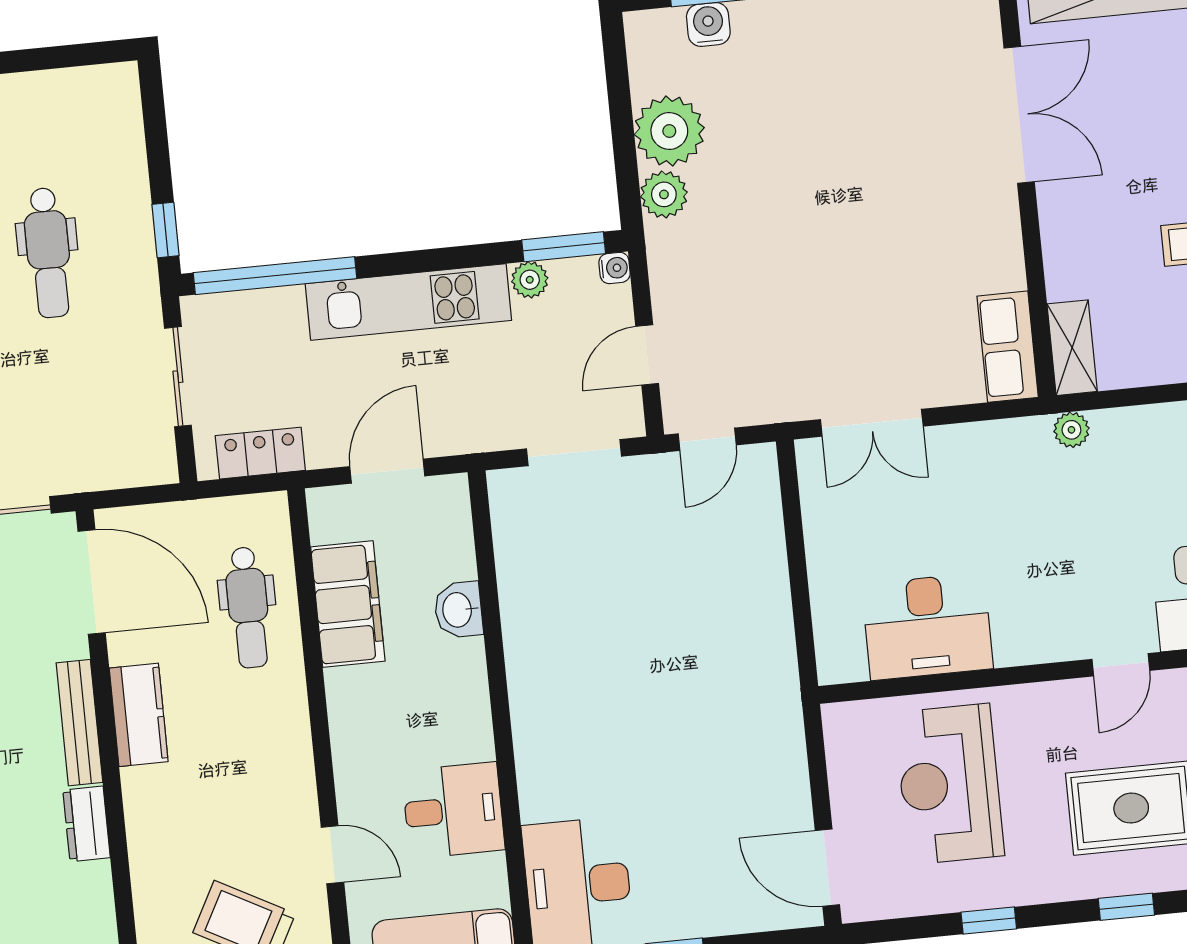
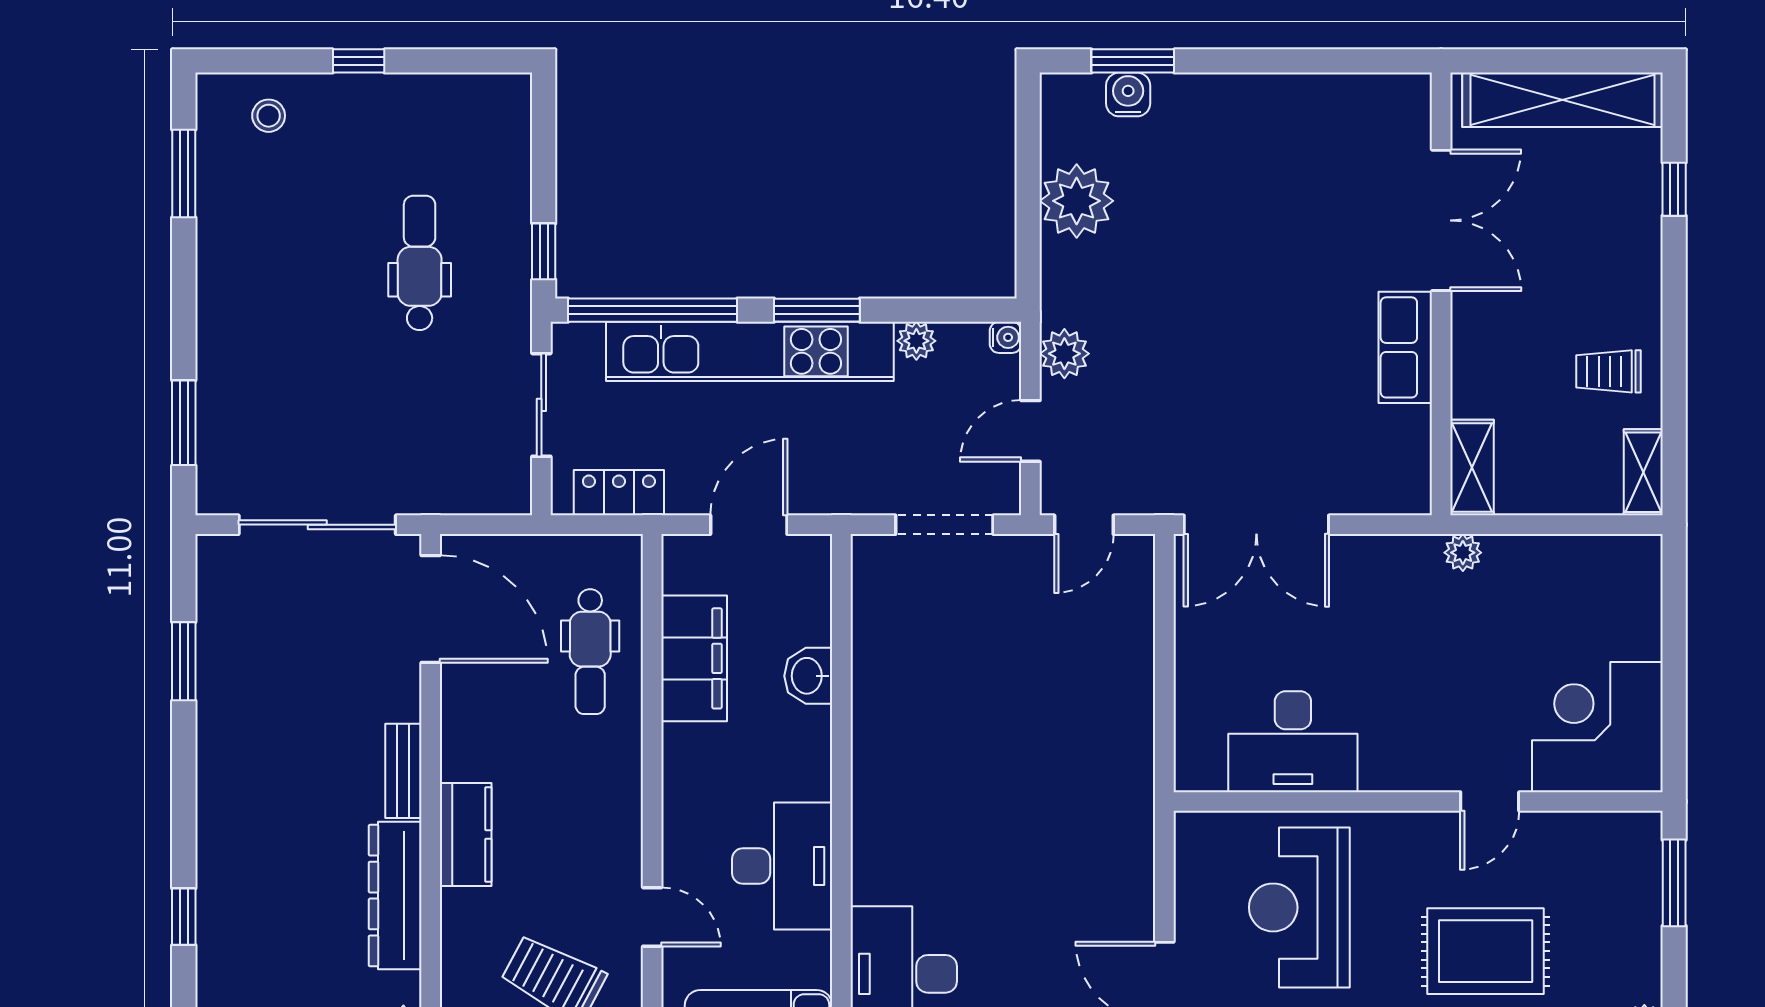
plant: (664, 194) -> (1064, 354), moved
window: (564, 247) -> (817, 310), moved
dental chair: (48, 253) -> (420, 263), turned 180
kitchen unit: (408, 302) -> (750, 351), width x1.36
row of seats: (1008, 347) -> (1405, 347), moved
double door: (872, 423) -> (1256, 525), width x1.37
kitchen counter: (139, 715) -> (466, 834), moved
bench: (79, 723) -> (403, 771), width x0.73
desk: (453, 810) -> (782, 866), width x1.37
dresser: (87, 824) -> (395, 896), width x1.96, depth x1.24

